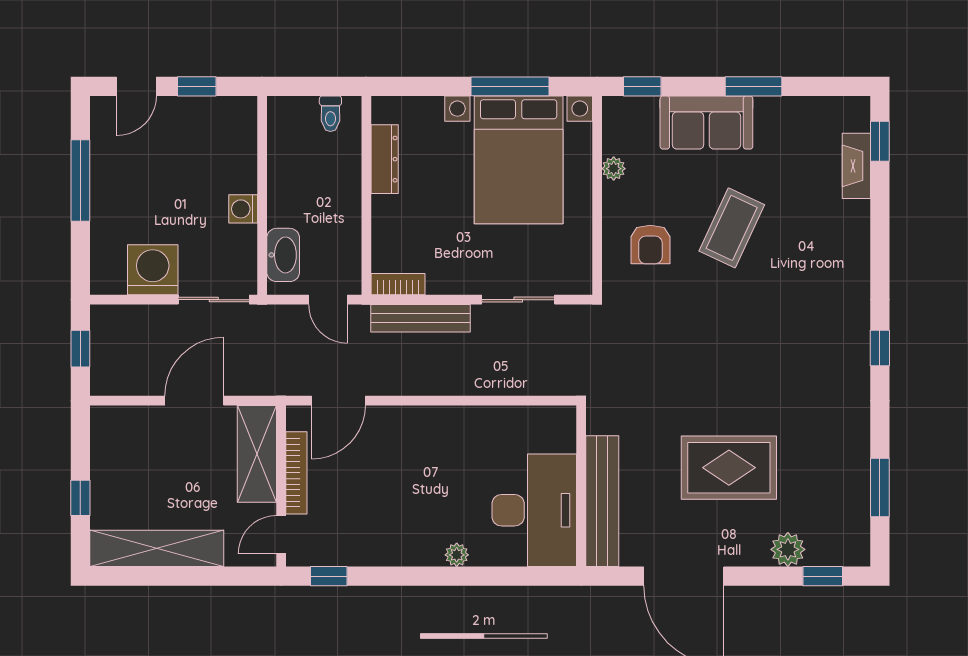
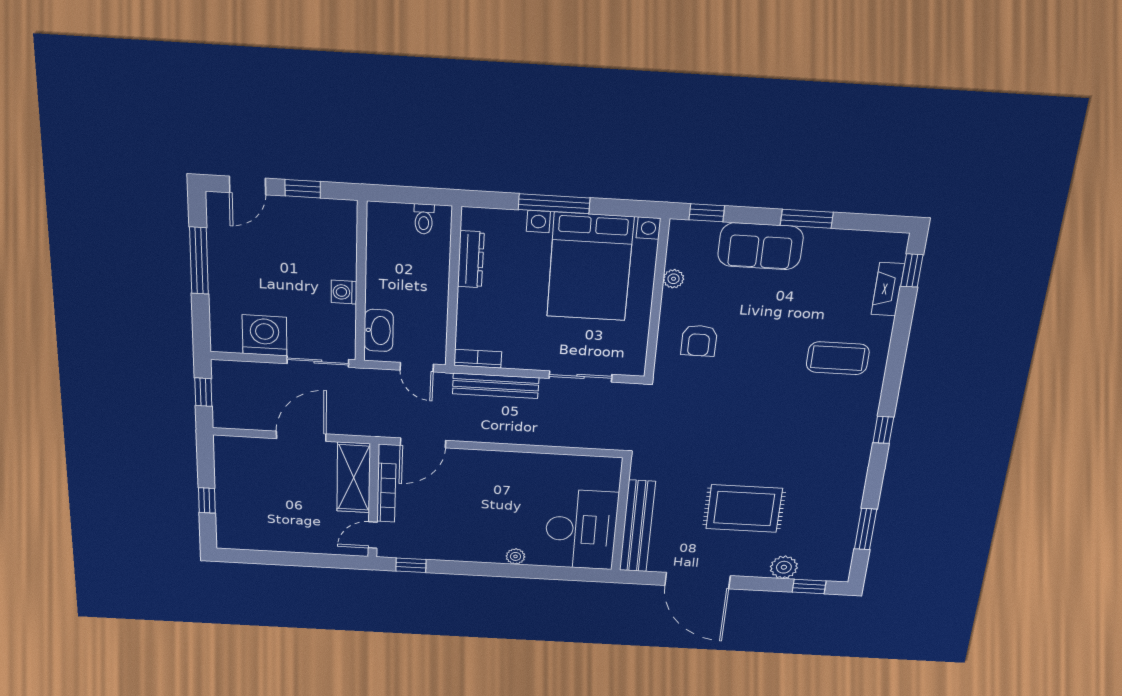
window: (510, 86) -> (554, 204), moved
coffee table: (732, 228) -> (838, 358), moved, turned 65
shelving: (157, 548) -> (271, 539), removed

